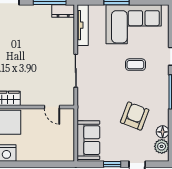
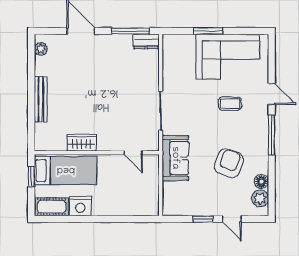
tv unit: (83, 25) -> (169, 58), removed
sofa: (88, 140) -> (175, 158), moved

